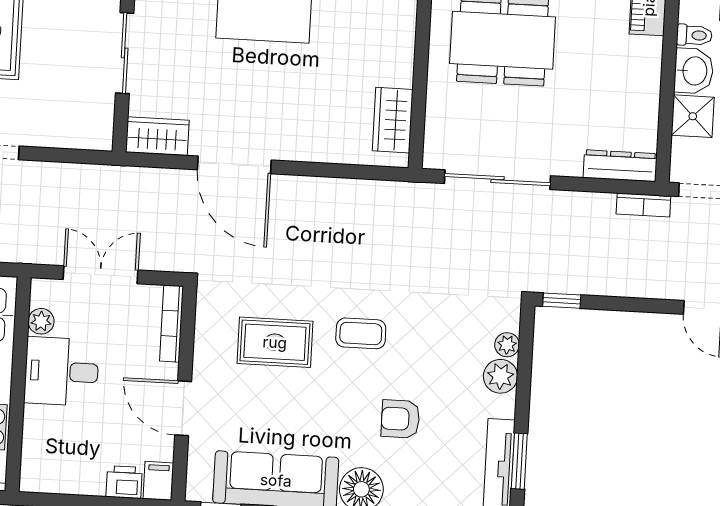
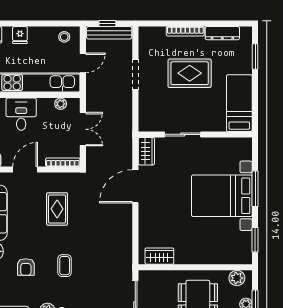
coffee table: (361, 333) -> (65, 266), moved
desk: (62, 372) -> (21, 114), moved
armchair: (400, 419) -> (26, 267), turned 180

